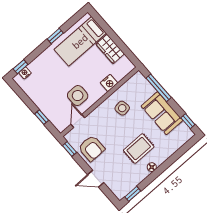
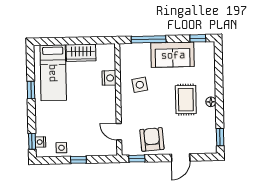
side table: (78, 96) -> (61, 148), moved, width x0.54, depth x0.54
window: (42, 117) -> (78, 160), moved
armchair: (92, 148) -> (152, 139), turned -94

